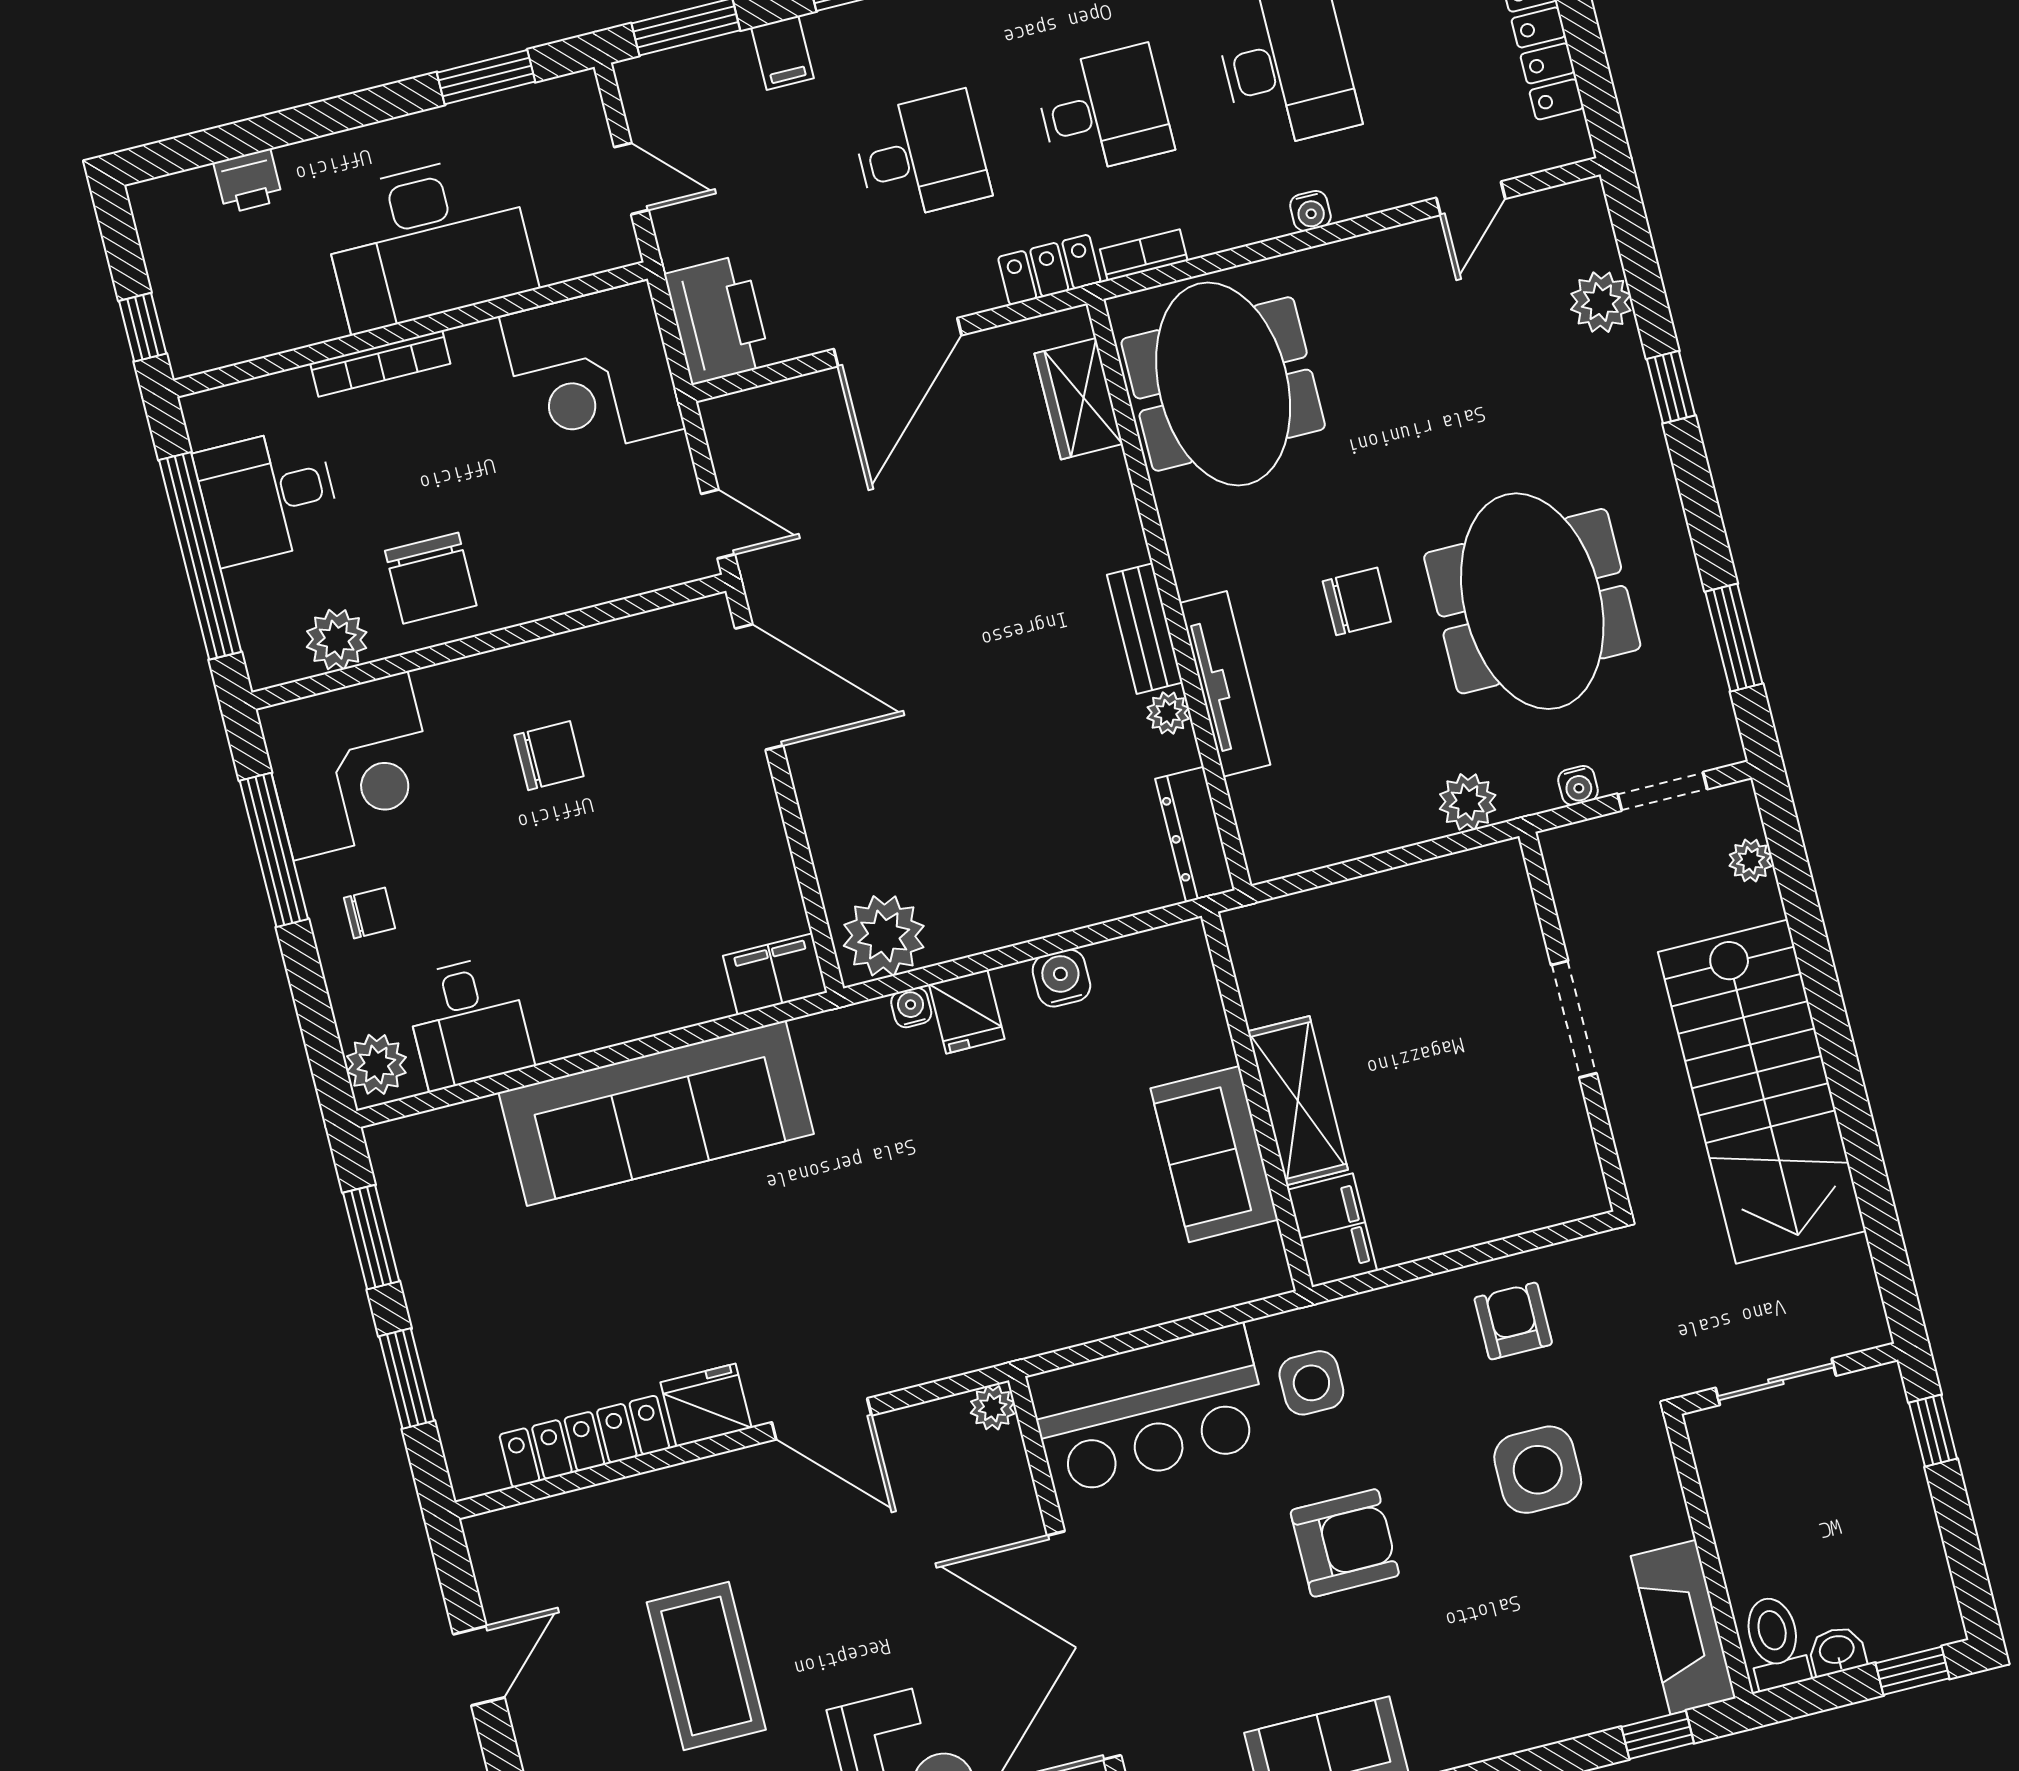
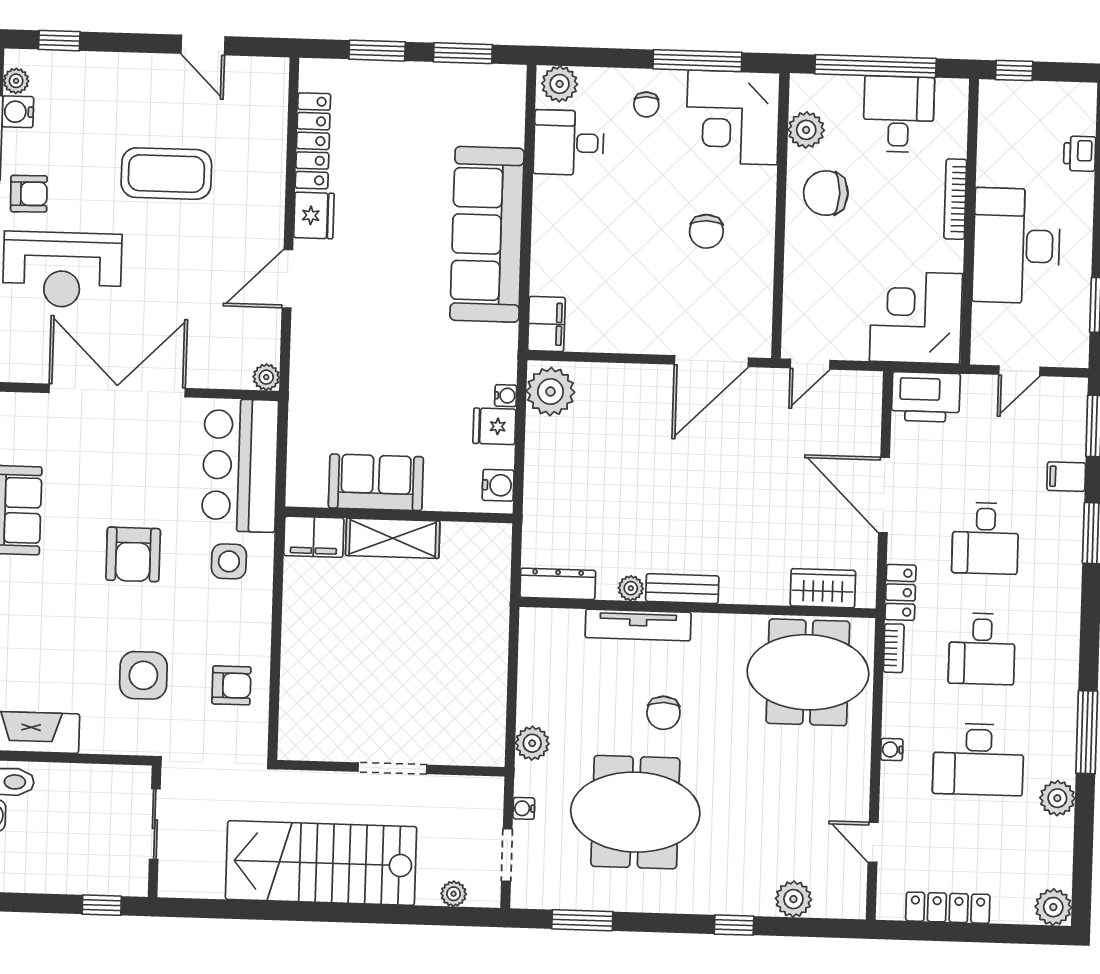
wall: (1257, 1101) -> (399, 515), moved
shelving: (1298, 1101) -> (393, 538), moved
sofa: (1214, 1154) -> (376, 482), moved
filing cabinet: (1332, 1230) -> (314, 537), moved

